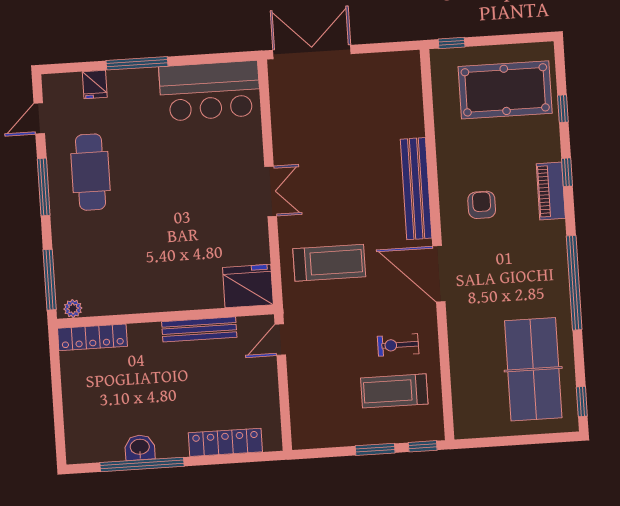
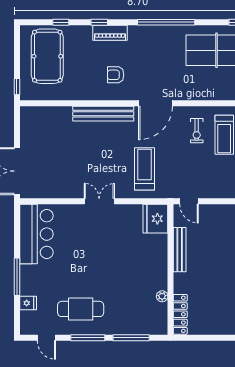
window: (50, 280) -> (131, 338), moved
plant: (73, 309) -> (162, 296), moved

